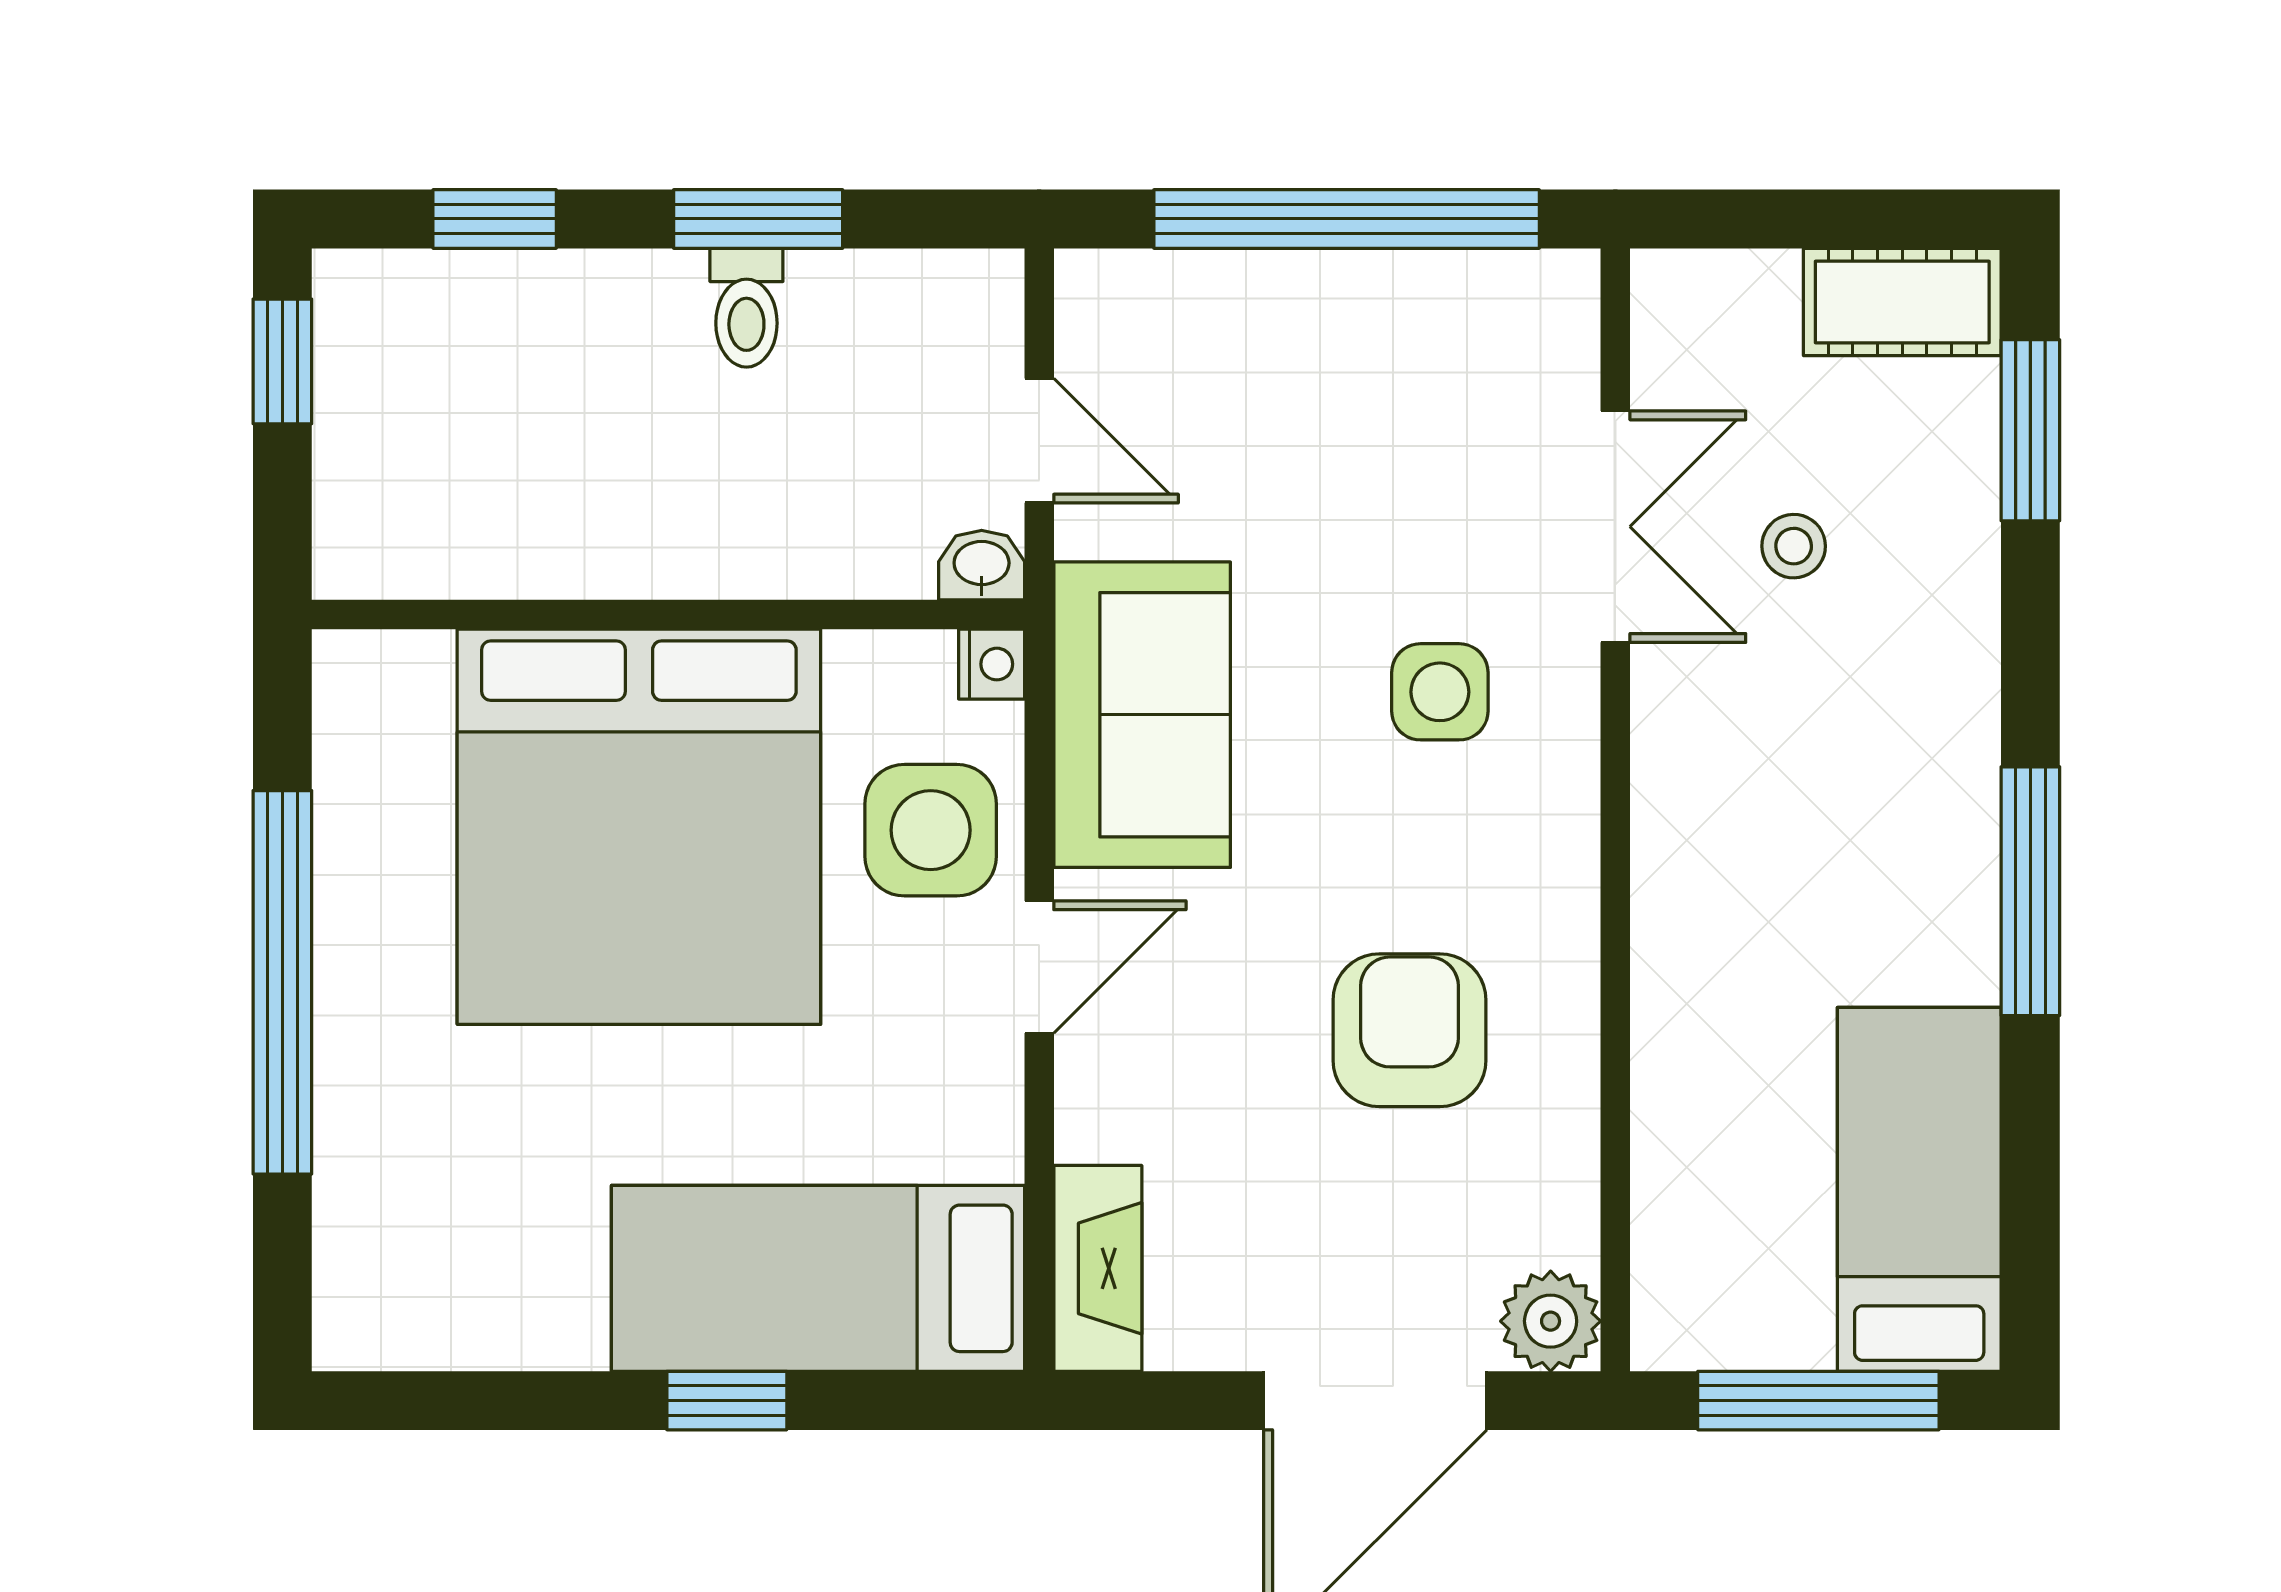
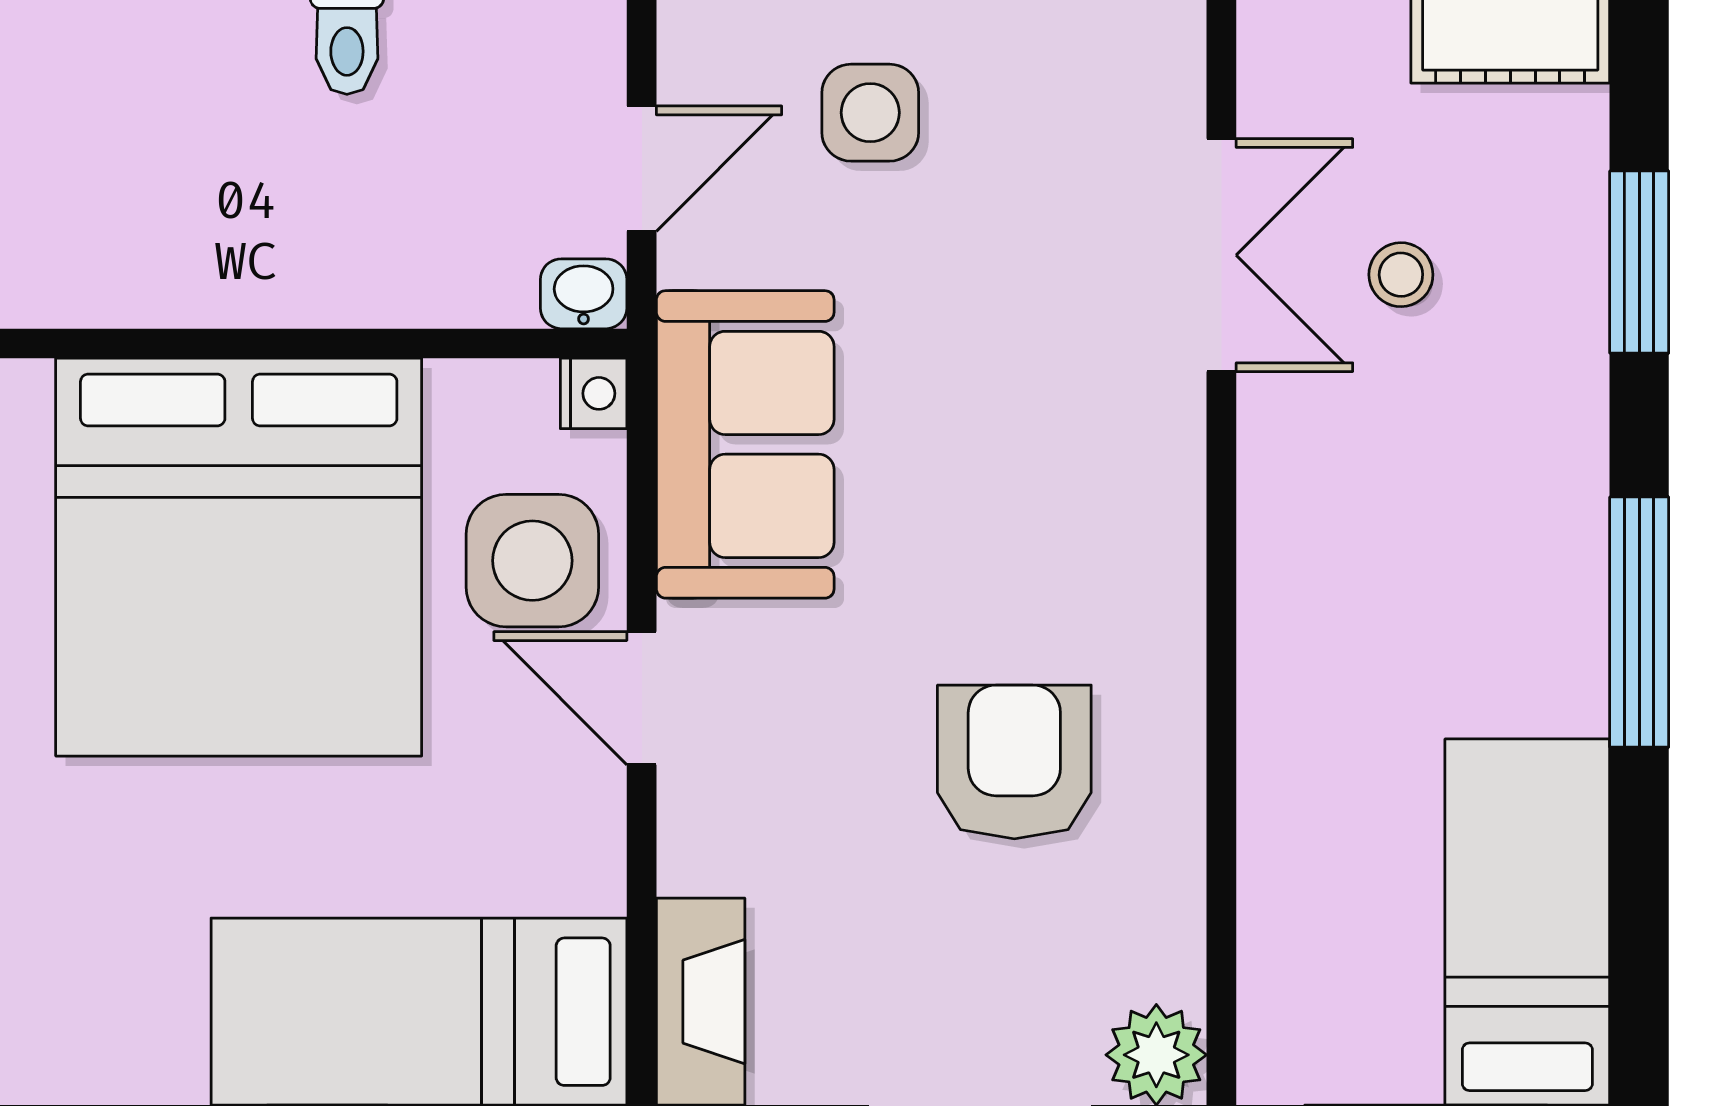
window: (2030, 430) -> (1639, 262), moved
door: (1039, 441) -> (642, 169), hinge flipped
side table: (1440, 692) -> (870, 113), moved
door: (1039, 967) -> (642, 698), swing flipped

